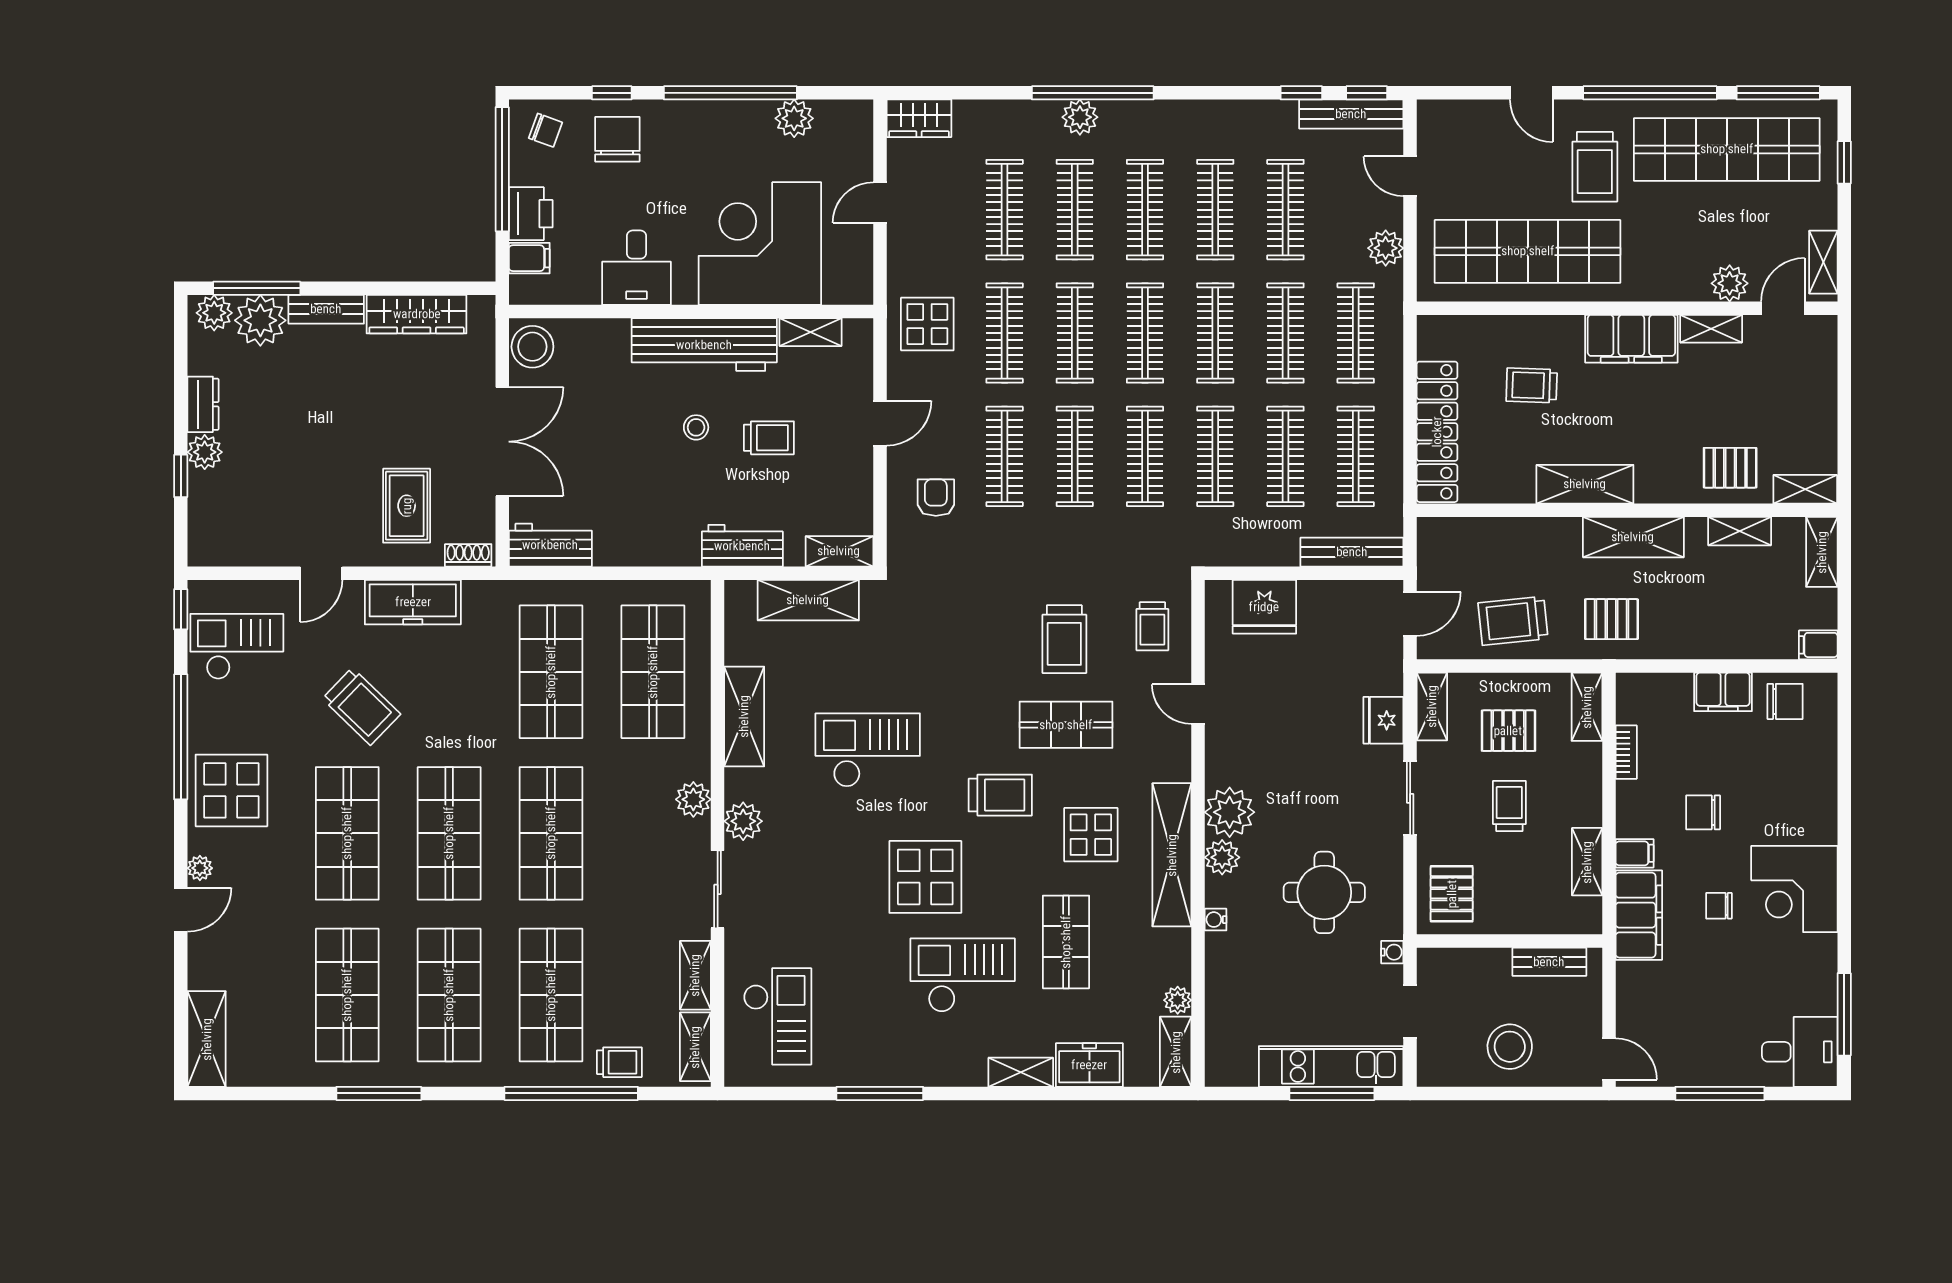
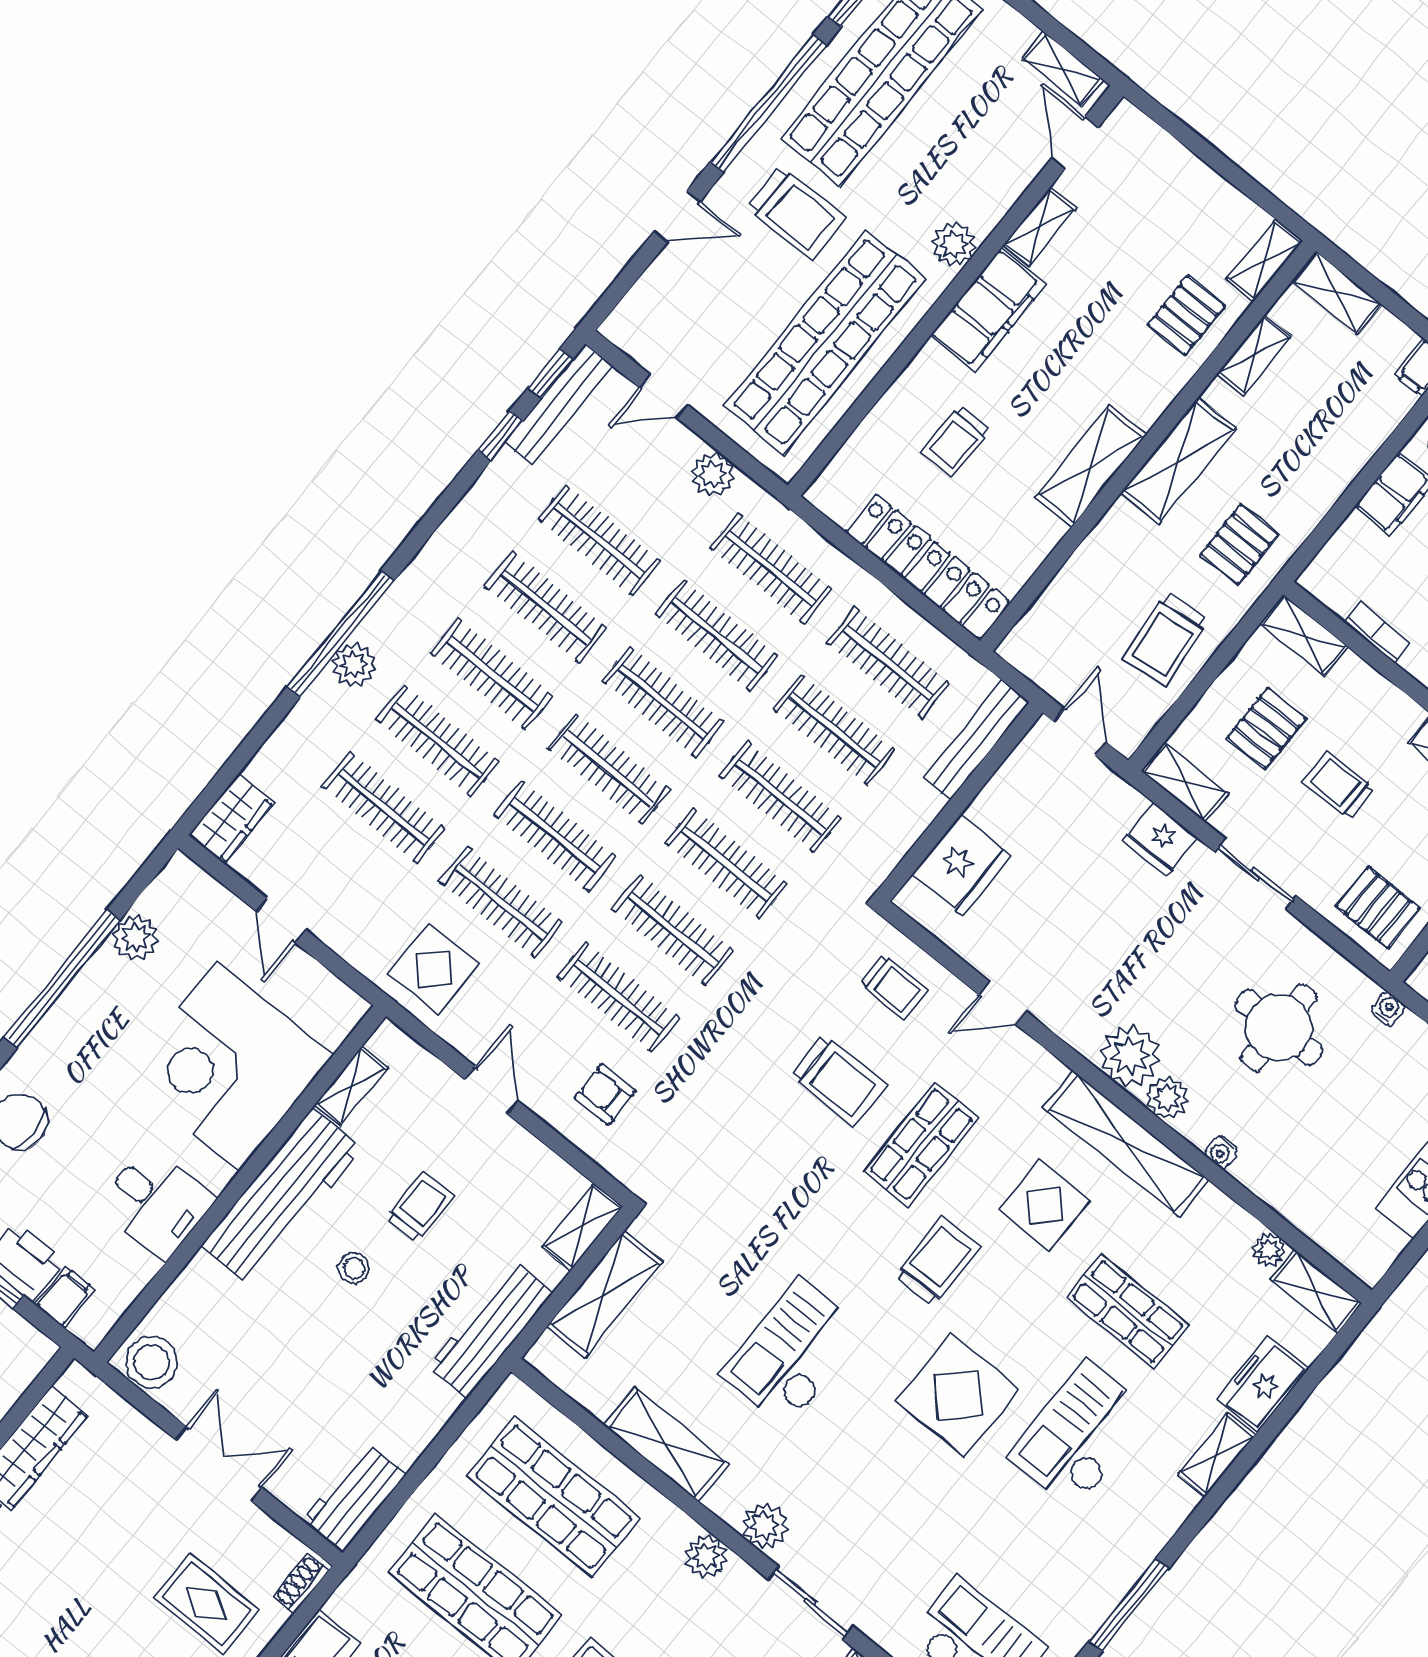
plant: (1730, 283) -> (954, 245), moved
double door: (502, 442) -> (219, 1464), width x0.73
workbench: (742, 546) -> (491, 1330), width x1.38

